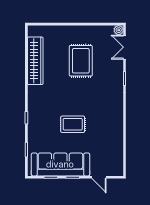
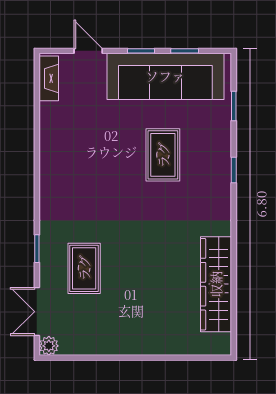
double door: (125, 47) -> (37, 312), swing flipped
rug: (81, 61) -> (84, 268), moved, width x0.73, depth x0.70
rug: (73, 124) -> (163, 155), moved, turned 90
fireplace: (119, 163) -> (49, 78), added

